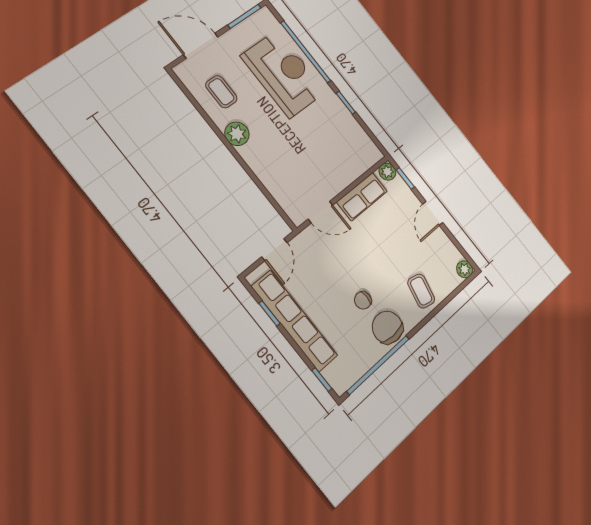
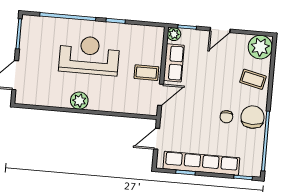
reception desk: (283, 74) -> (89, 55), moved
coffee table: (221, 92) -> (146, 73), moved
door: (433, 213) -> (220, 30), hinge flipped
door: (274, 250) -> (157, 139), swing flipped
plant: (465, 269) -> (260, 47), width x1.88, depth x1.88
chair: (387, 327) -> (253, 117), turned 90

